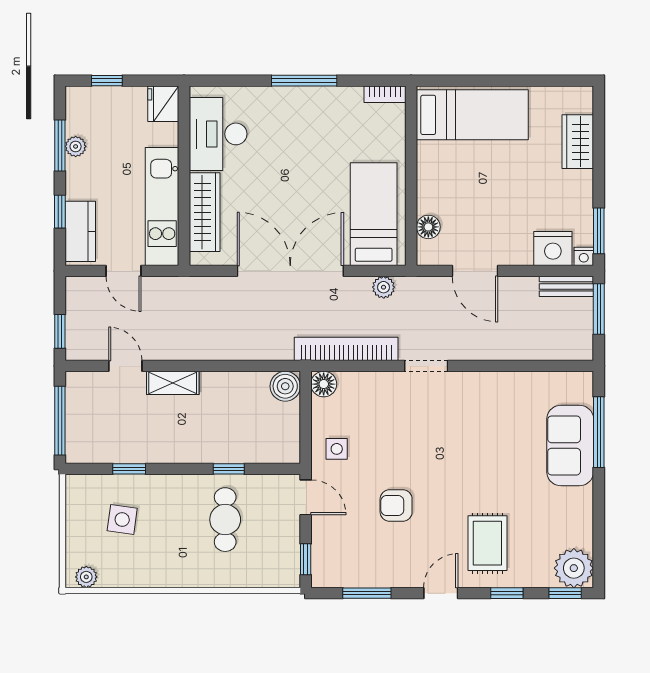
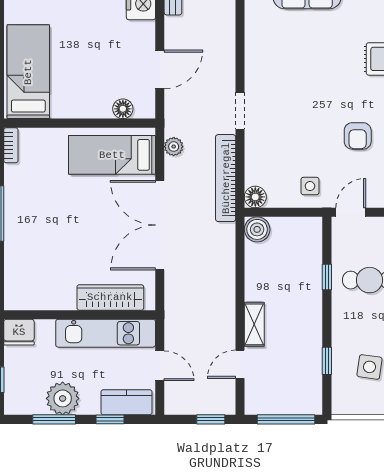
desk: (218, 134) -> (44, 286), removed
plant: (76, 146) -> (63, 398), width x1.87, depth x1.87
door: (124, 271) -> (160, 366), hinge flipped

